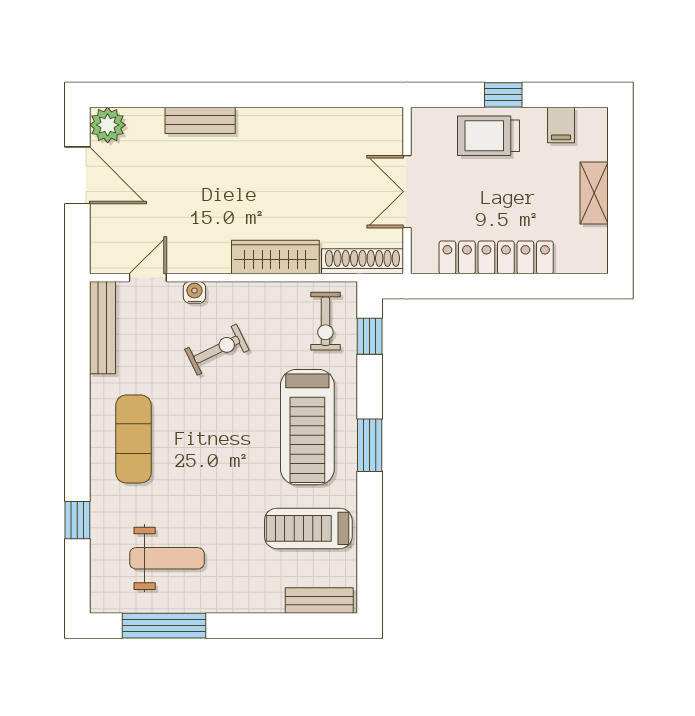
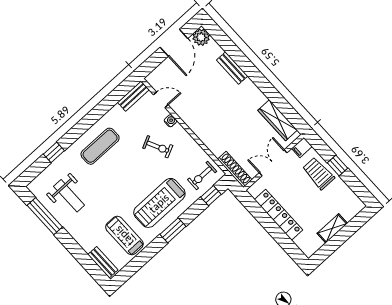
filing cabinet: (561, 125) -> (302, 147), moved
wardrobe: (275, 257) -> (277, 120), moved, turned 180
bench: (103, 328) -> (133, 96), width x0.73

